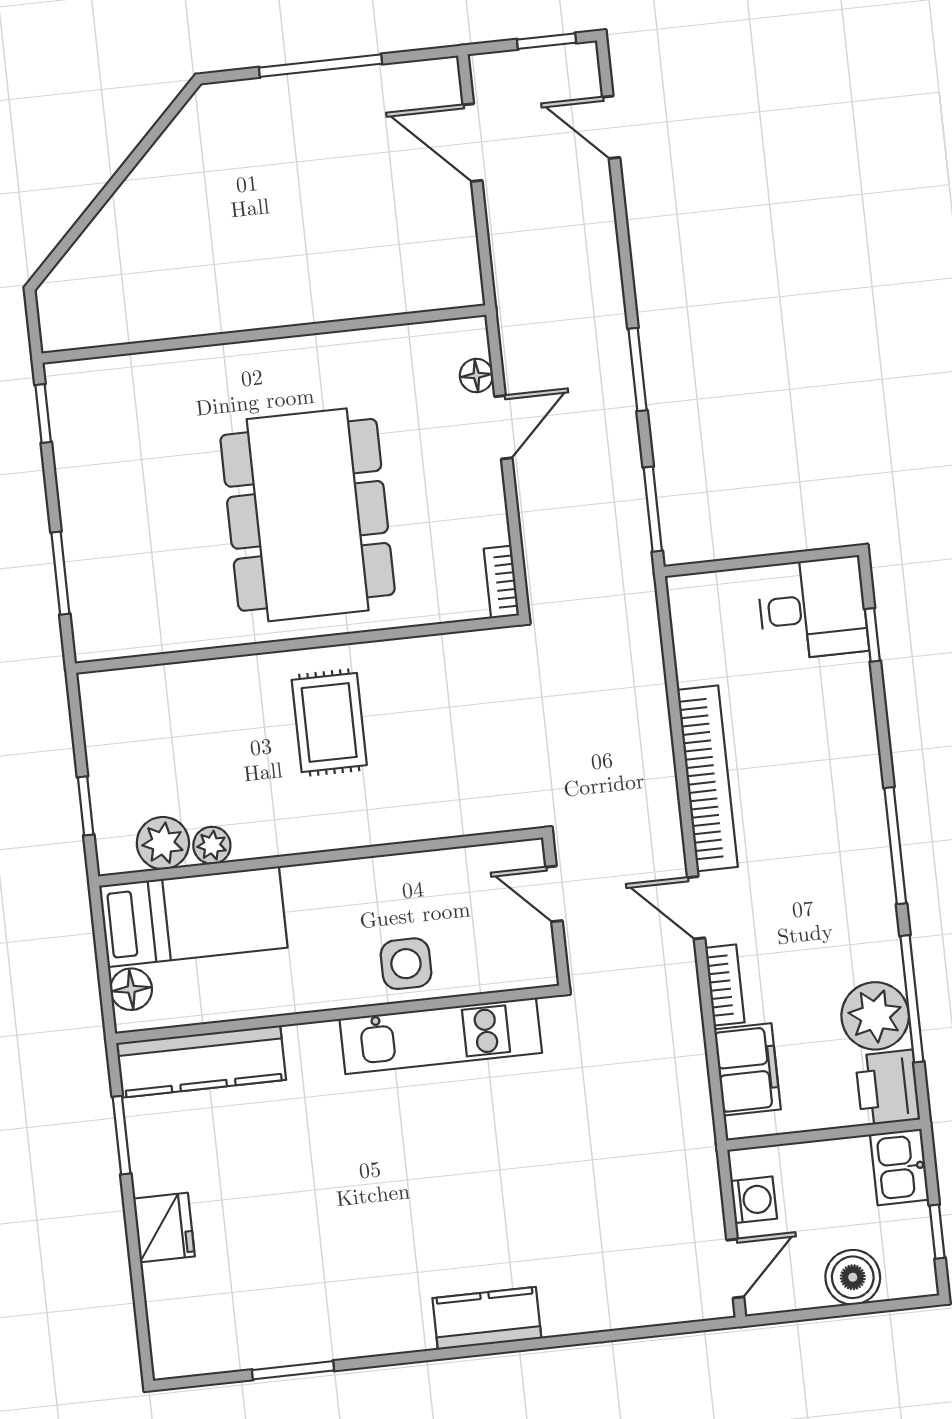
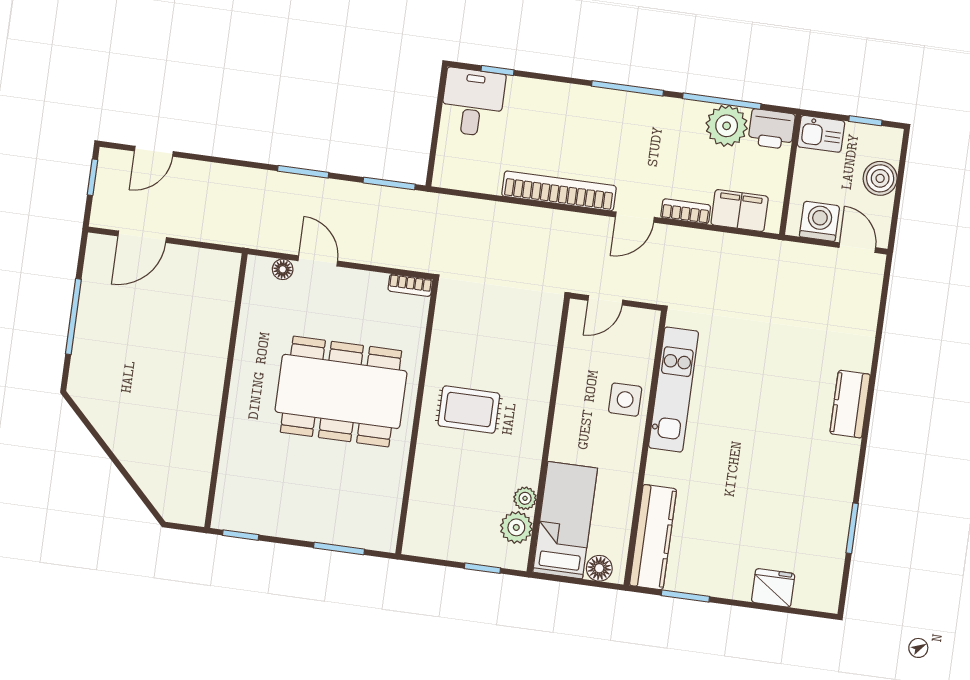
washing machine: (754, 1200) -> (819, 221), width x1.38, depth x1.38
fridge: (164, 1228) -> (773, 588), moved

